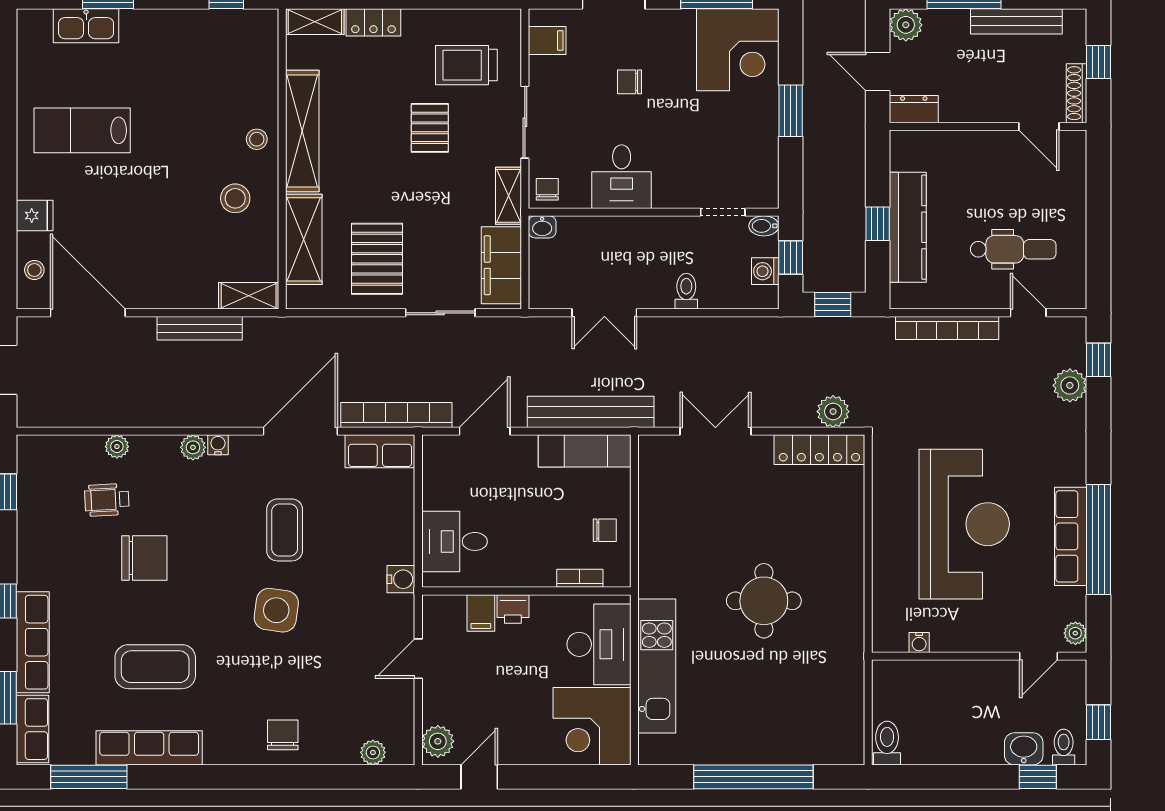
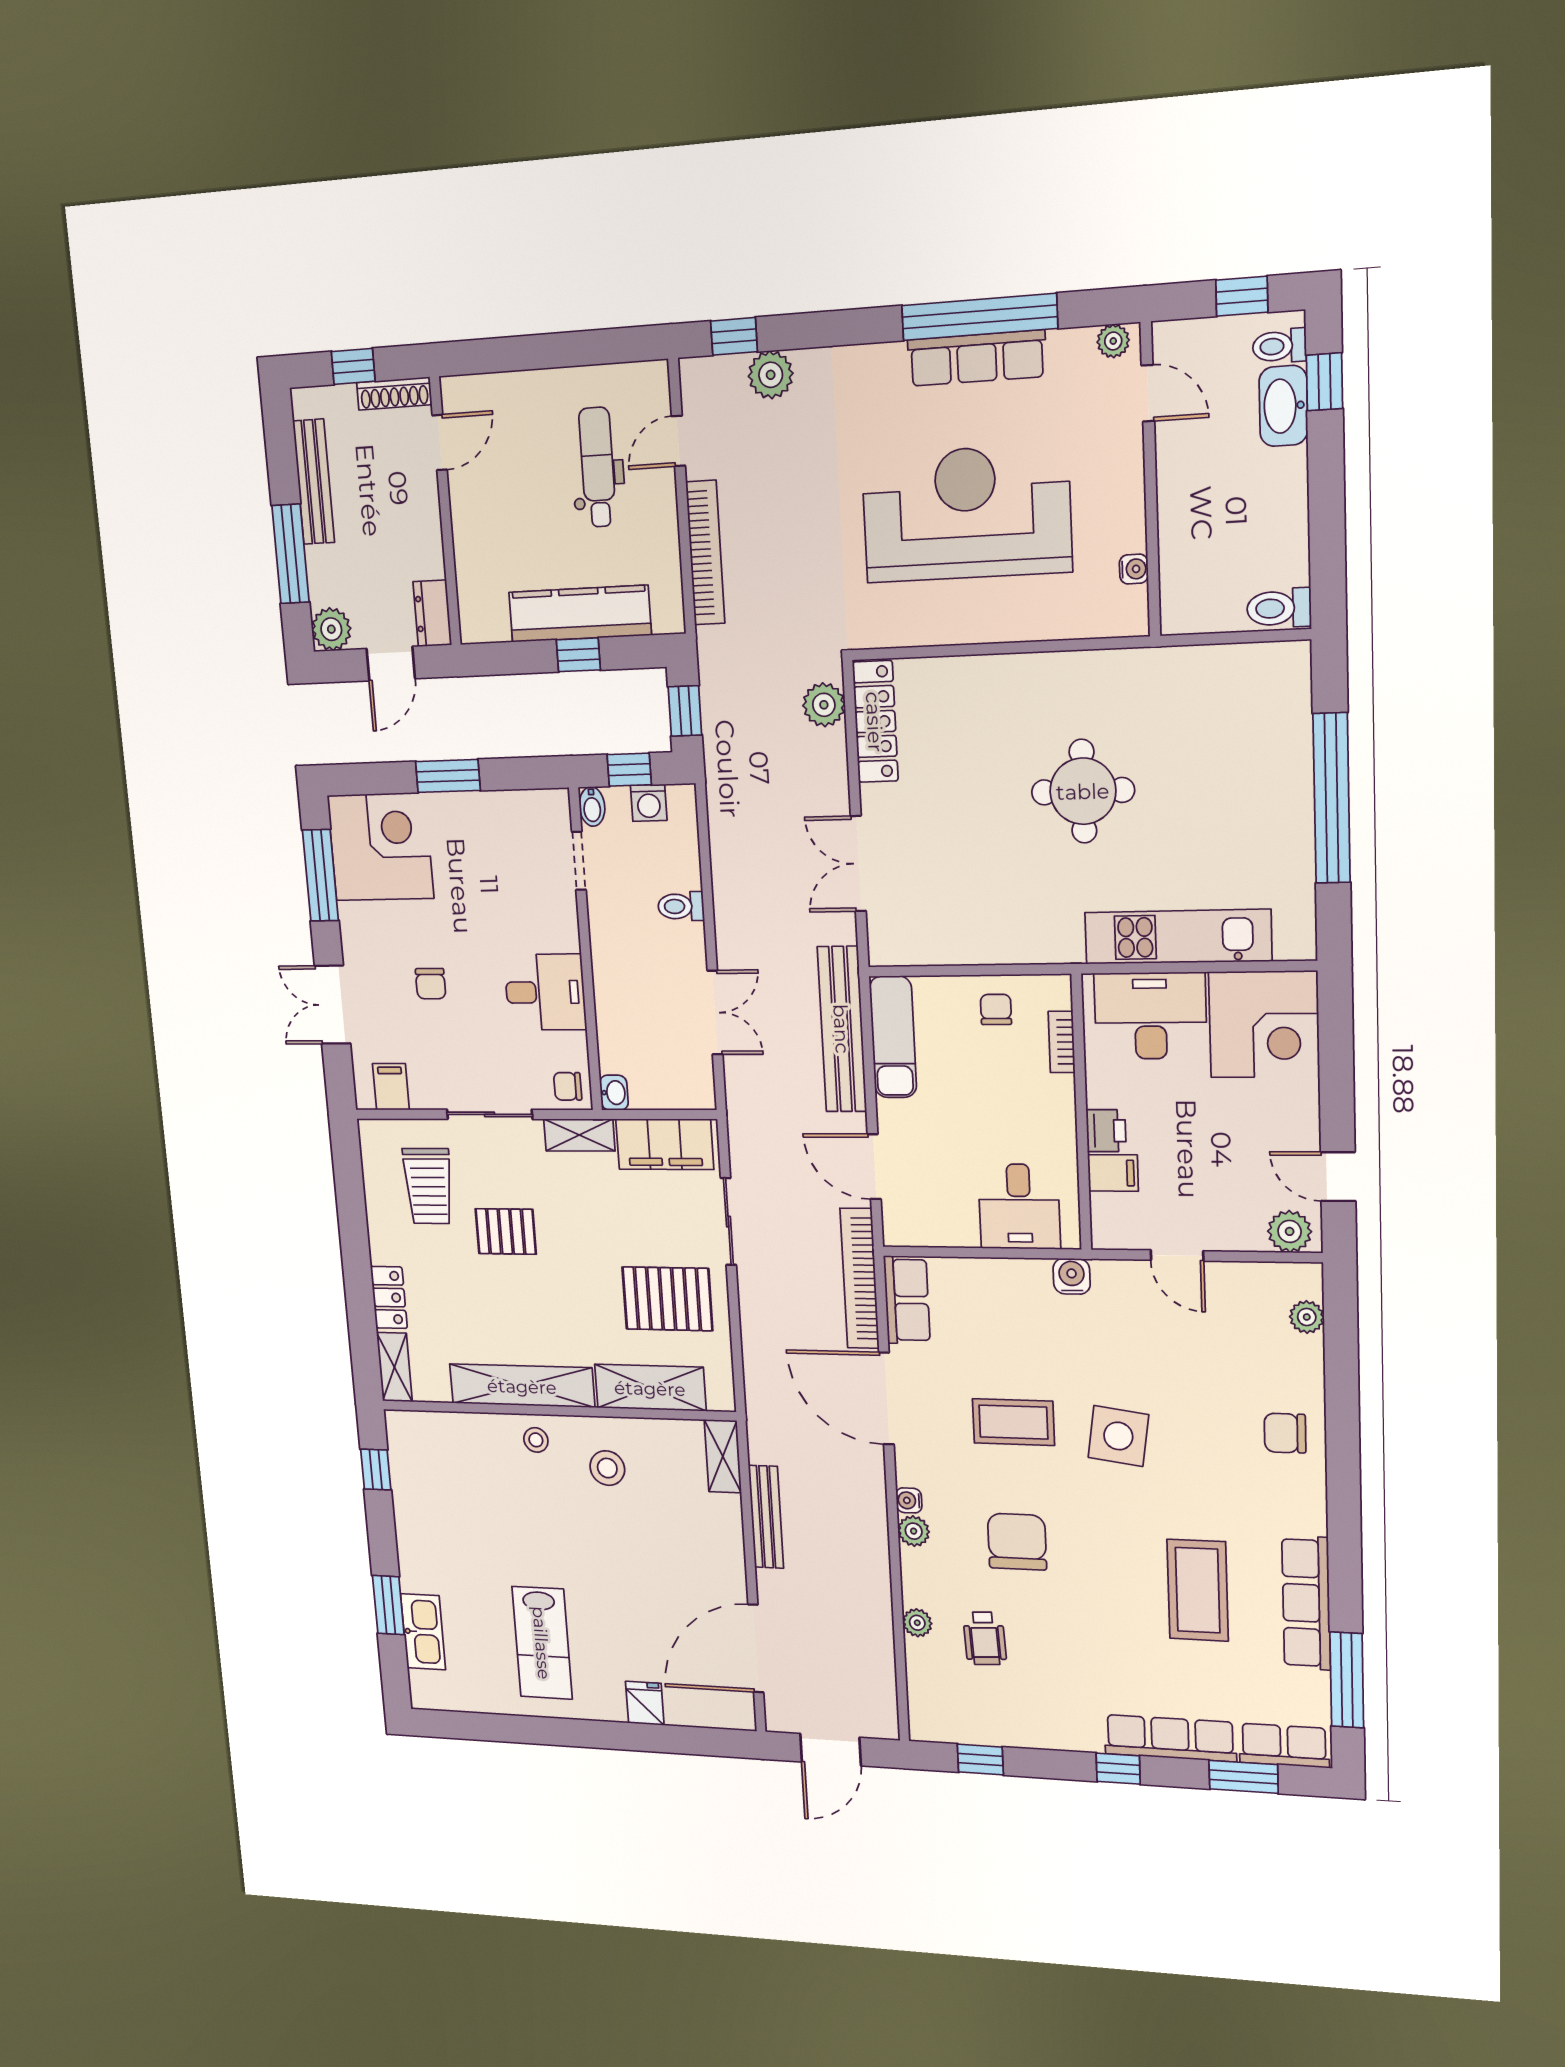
stool: (34, 270) -> (709, 1708), removed
chair: (144, 558) -> (1017, 1542), moved
washbasin: (1024, 749) -> (1283, 406), width x1.38

